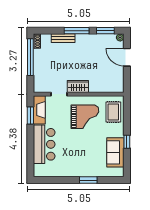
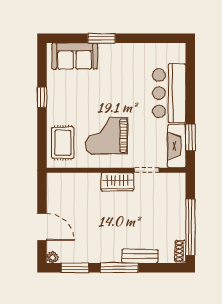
sofa: (115, 152) -> (75, 56), moved, turned 90

